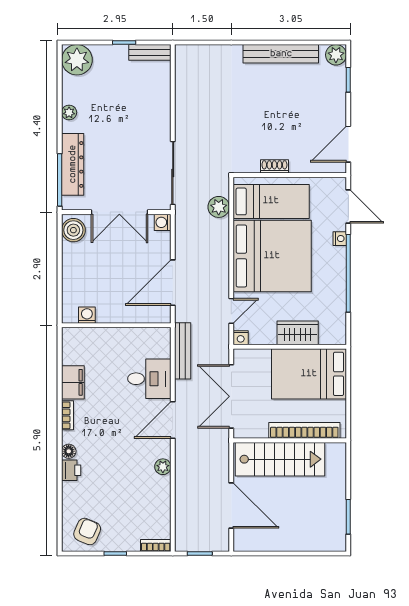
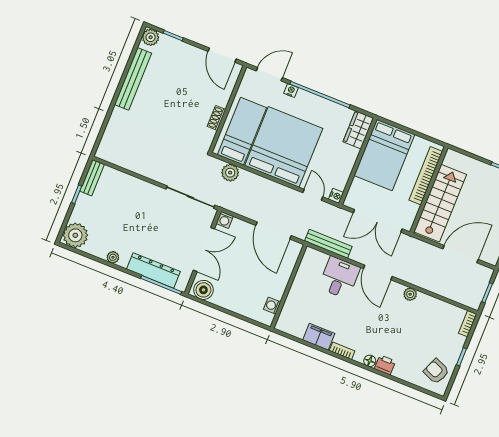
wardrobe: (298, 333) -> (358, 130), moved

